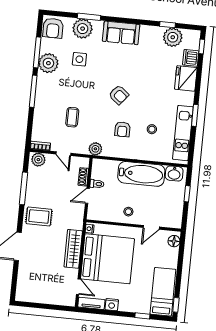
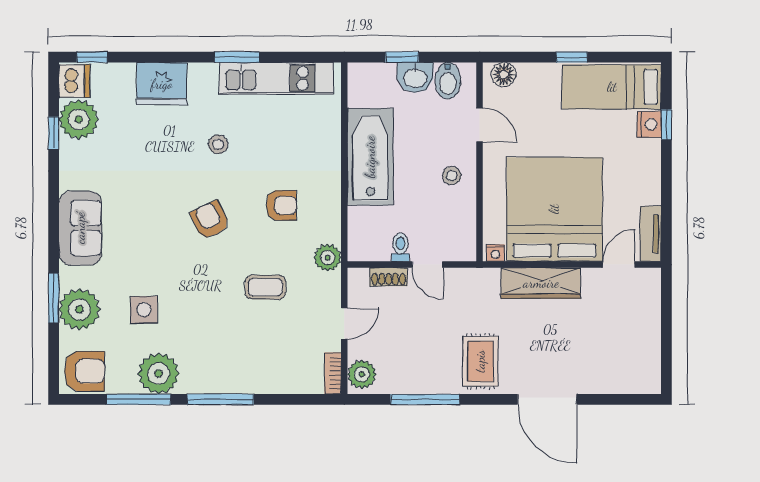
dishwasher: (191, 58) -> (74, 81), moved, turned -90
armchair: (119, 95) -> (210, 220), turned -65
coffee table: (72, 117) -> (265, 287), moved
stool: (152, 129) -> (218, 144), moved
washbasin: (174, 174) -> (415, 77), moved, turned 90
bidet: (174, 214) -> (448, 81), added
nightstand: (112, 305) -> (649, 124), moved
window: (176, 305) -> (572, 57), moved

